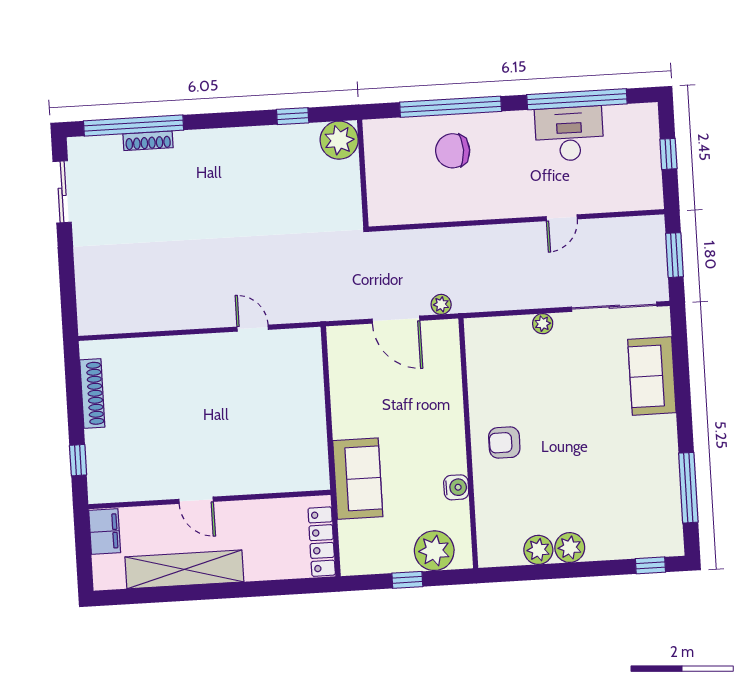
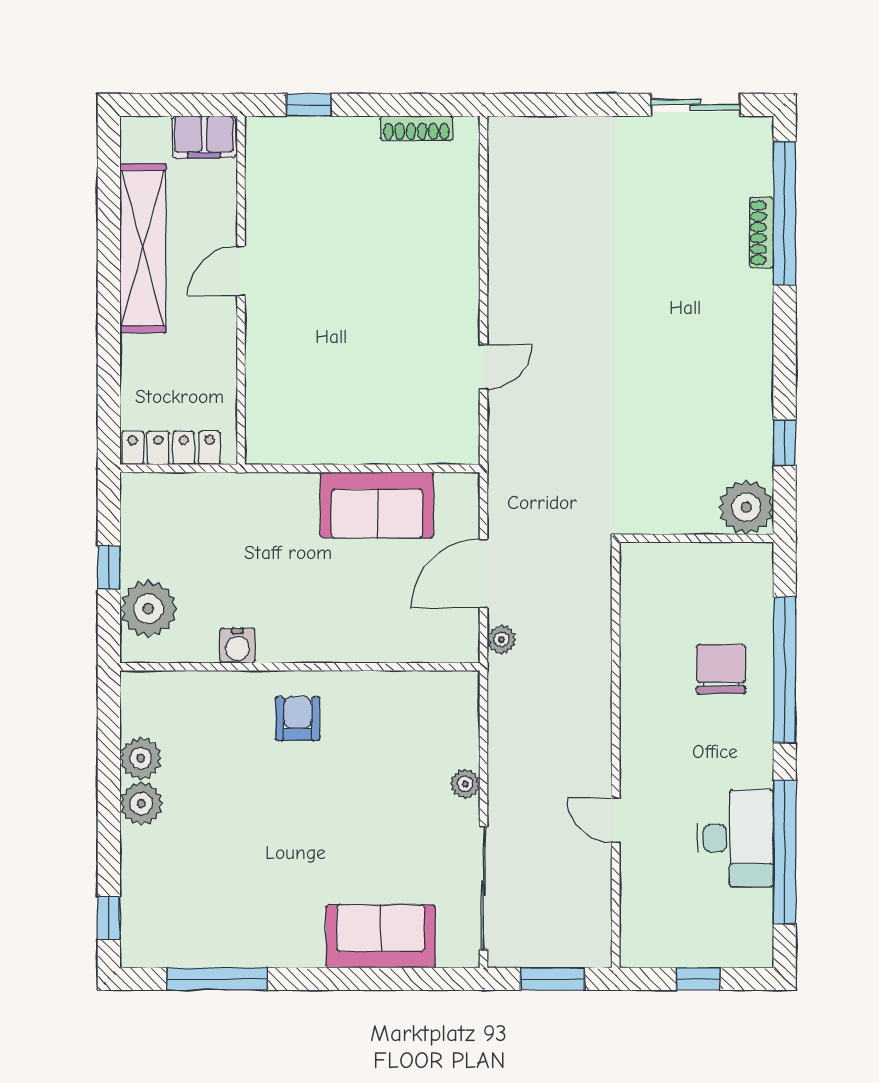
shoe rack: (92, 393) -> (416, 128), width x0.74, depth x0.81
sofa: (358, 479) -> (377, 505), moved

